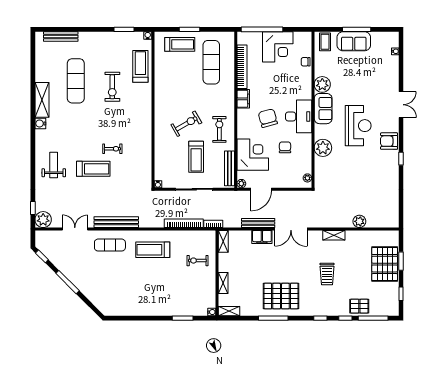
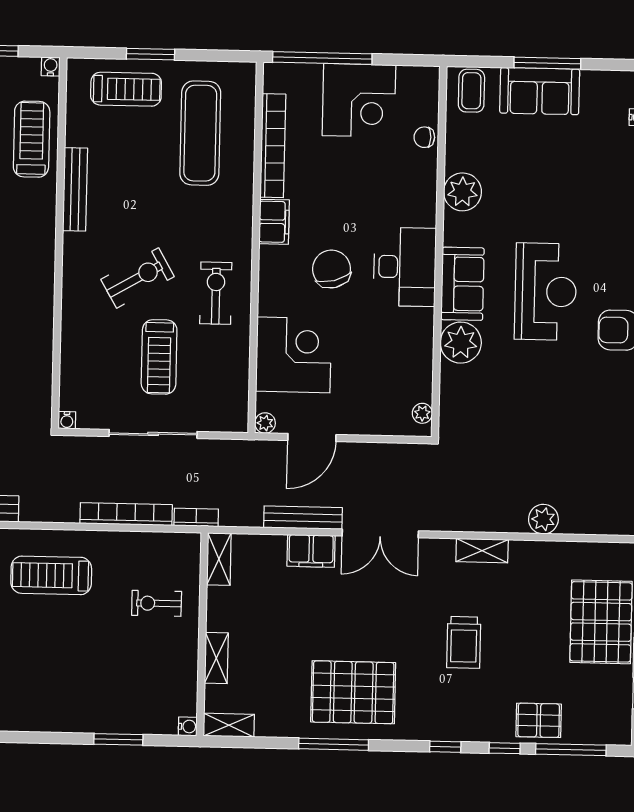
sofa: (323, 109) -> (462, 284), moved
chair: (285, 147) -> (371, 339), removed
bench: (229, 168) -> (75, 189), moved

